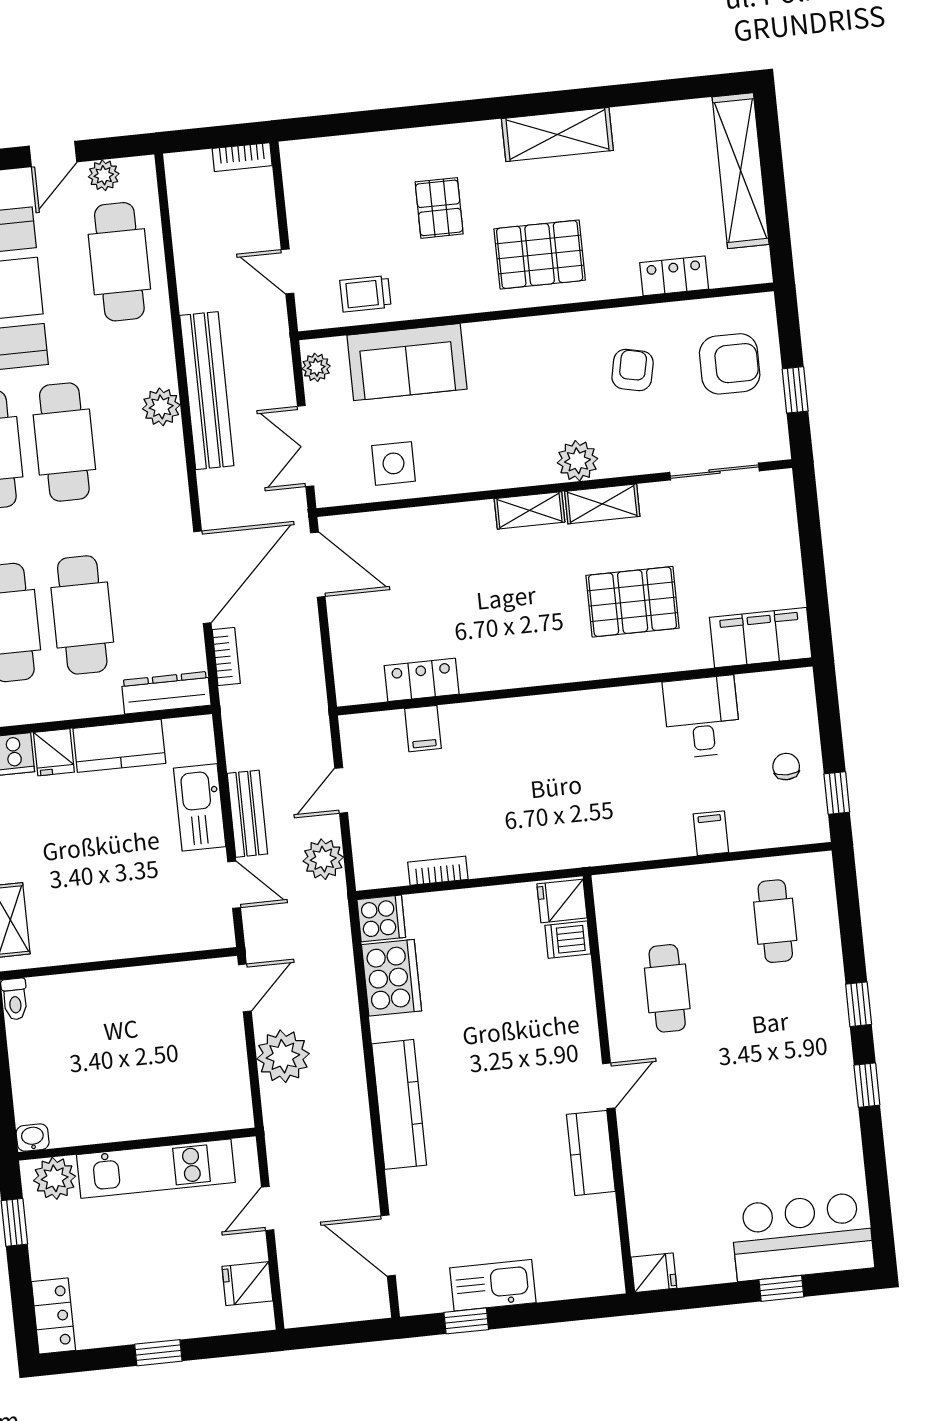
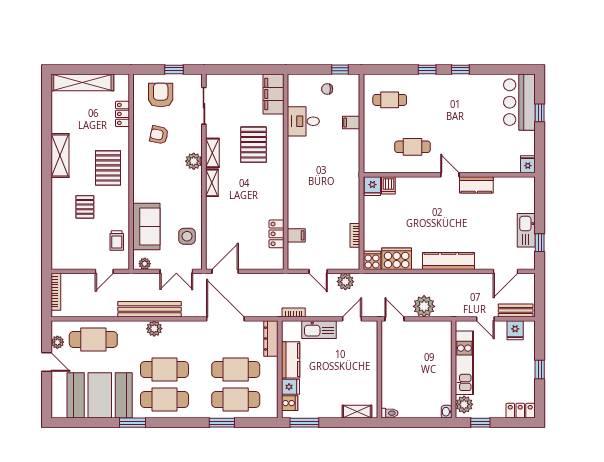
bookcase: (242, 157) -> (56, 292), width x1.56
pallet: (439, 208) -> (85, 207), turned 90
bookcase: (226, 657) -> (294, 313), moved
bench: (247, 814) -> (516, 311), moved

